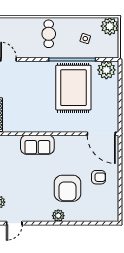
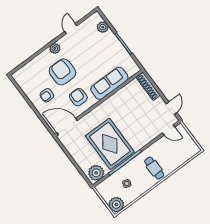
sofa: (37, 145) -> (109, 83), width x1.36
armchair: (70, 153) -> (78, 97), added
door: (14, 223) -> (71, 29), moved

